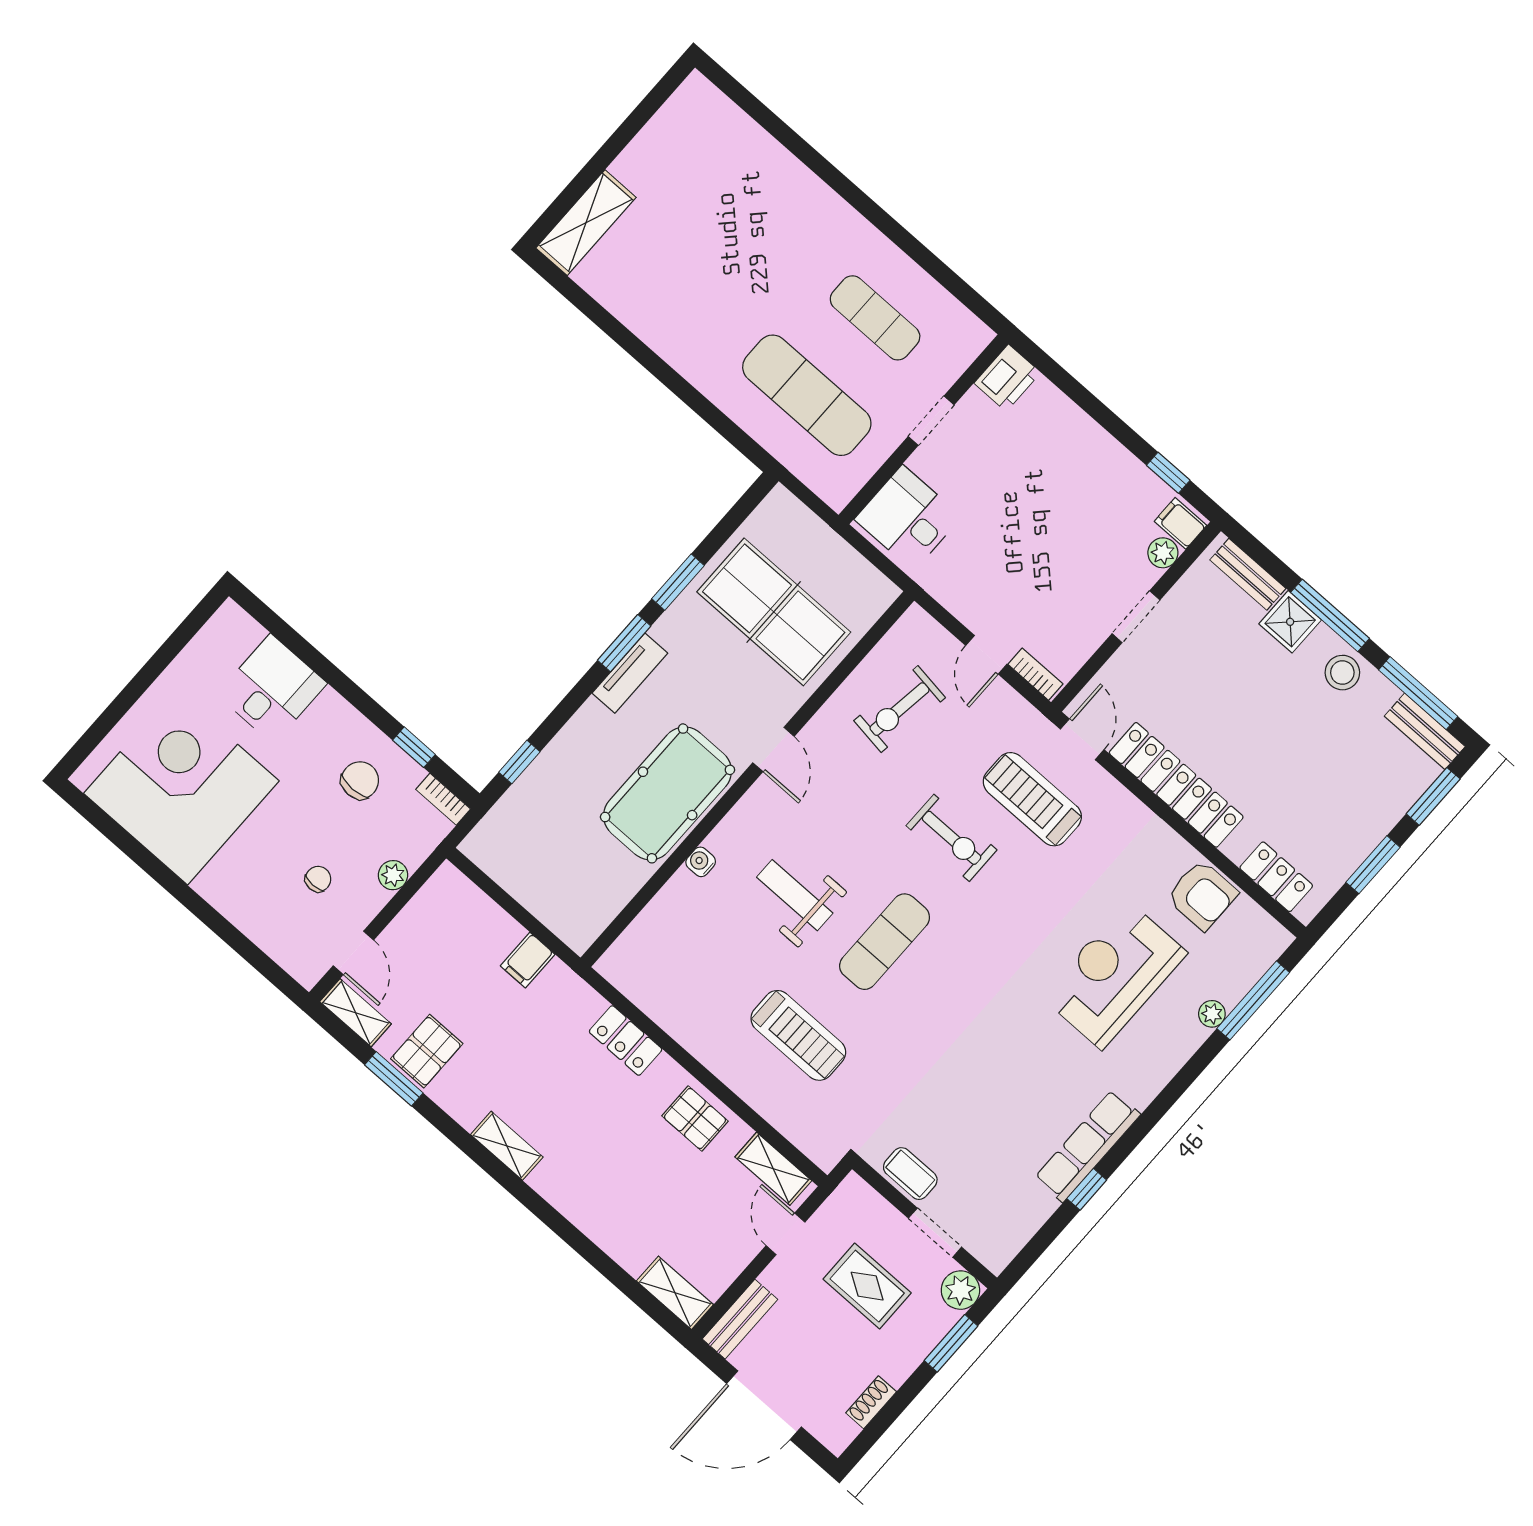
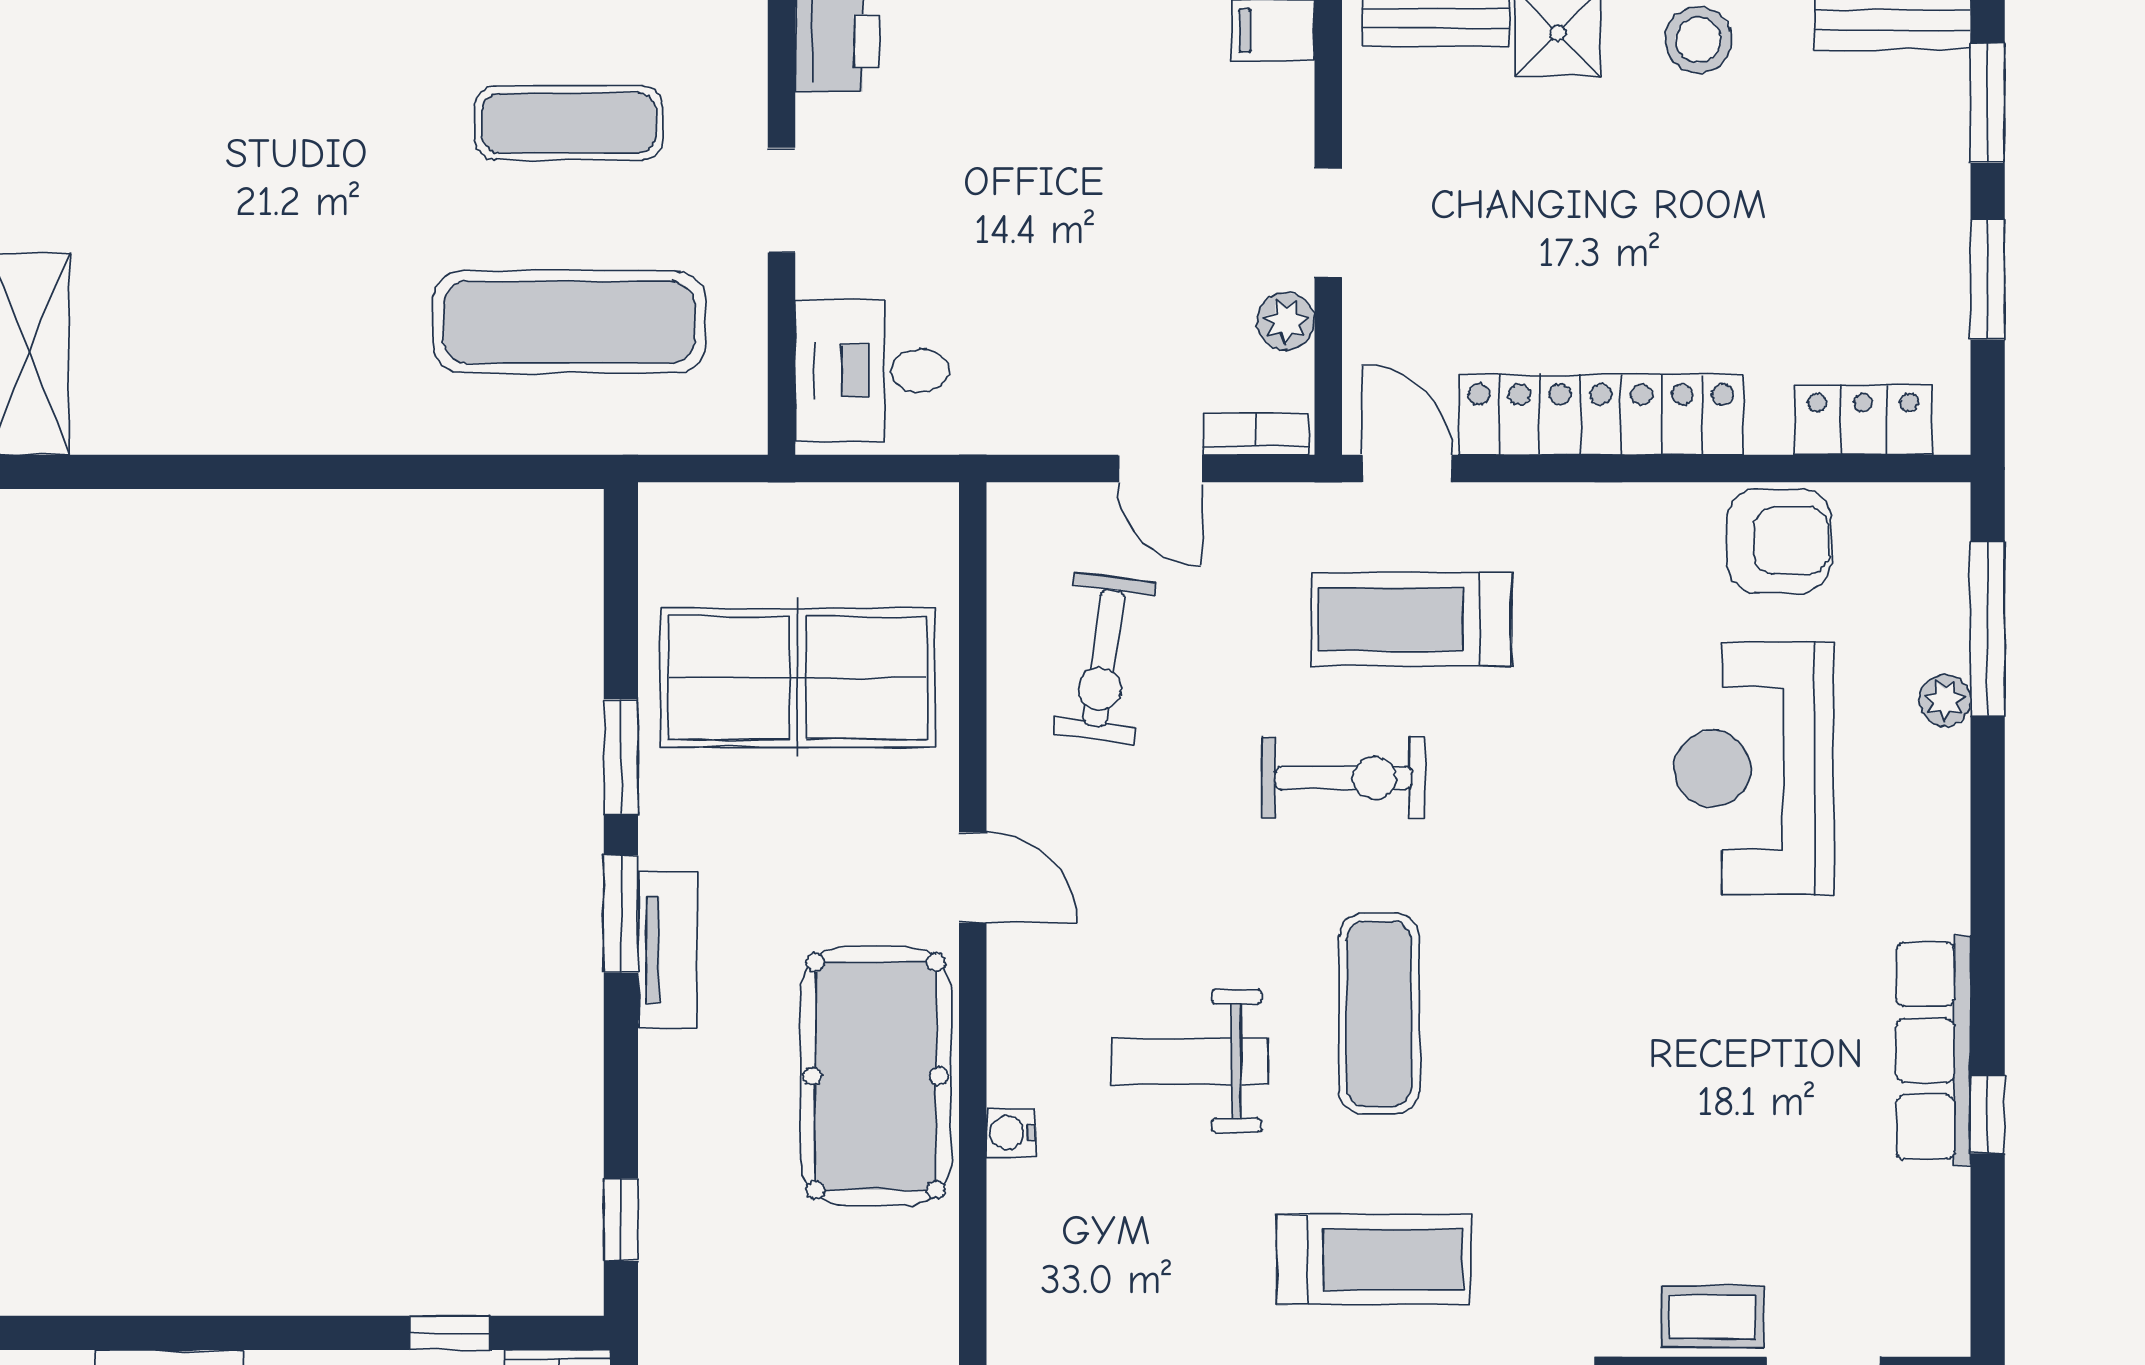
plant: (1163, 553) -> (1286, 322), moved

